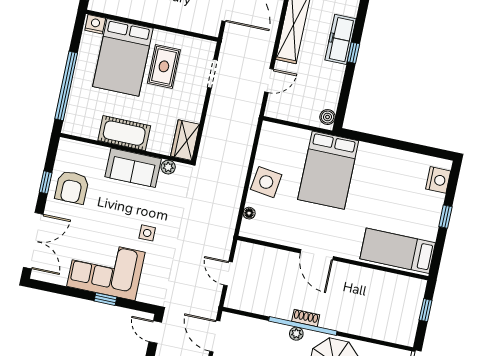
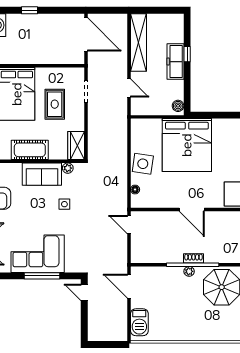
freezer: (341, 39) -> (175, 62), moved
rug: (164, 66) -> (55, 104), moved
door: (269, 81) -> (129, 88), hinge flipped
bed: (328, 170) -> (187, 145), width x1.36
side table: (147, 233) -> (64, 204), moved
door: (228, 274) -> (129, 225), moved
window: (105, 299) -> (42, 276), width x2.17

